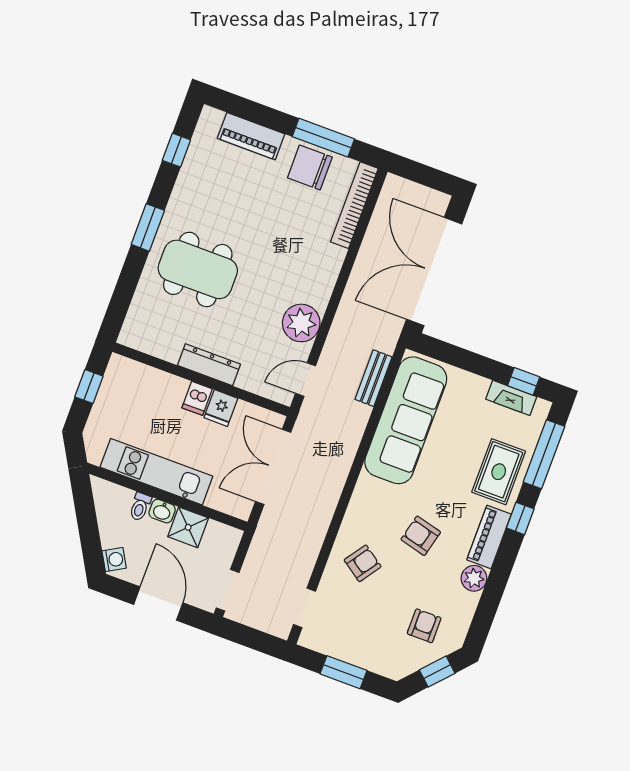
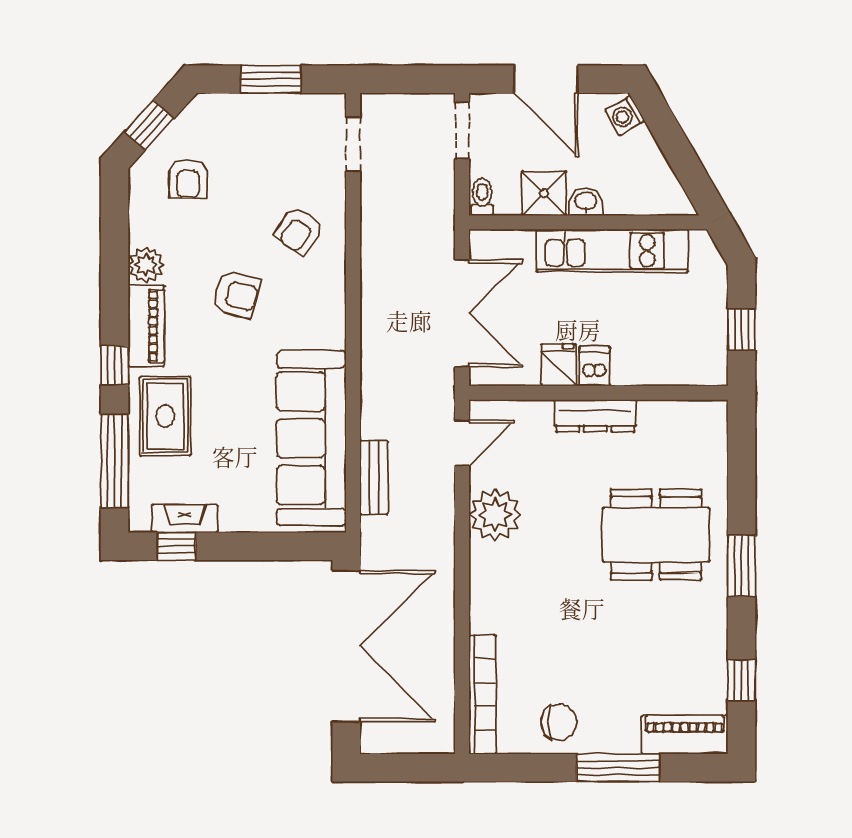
piano: (251, 136) -> (685, 735), moved
window: (323, 138) -> (618, 768), moved
chair: (310, 168) -> (559, 722), width x0.73, depth x0.73
toilet: (140, 507) -> (482, 197), moved

